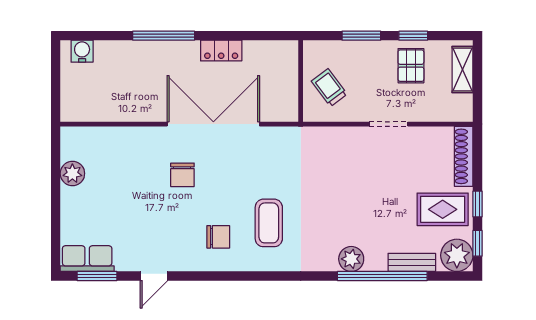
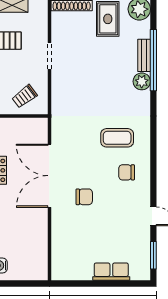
plant: (72, 173) -> (83, 272), removed
chair: (218, 237) -> (127, 172), turned -90
row of seats: (87, 259) -> (111, 272), moved, turned 90
bench: (412, 262) -> (144, 55), moved

